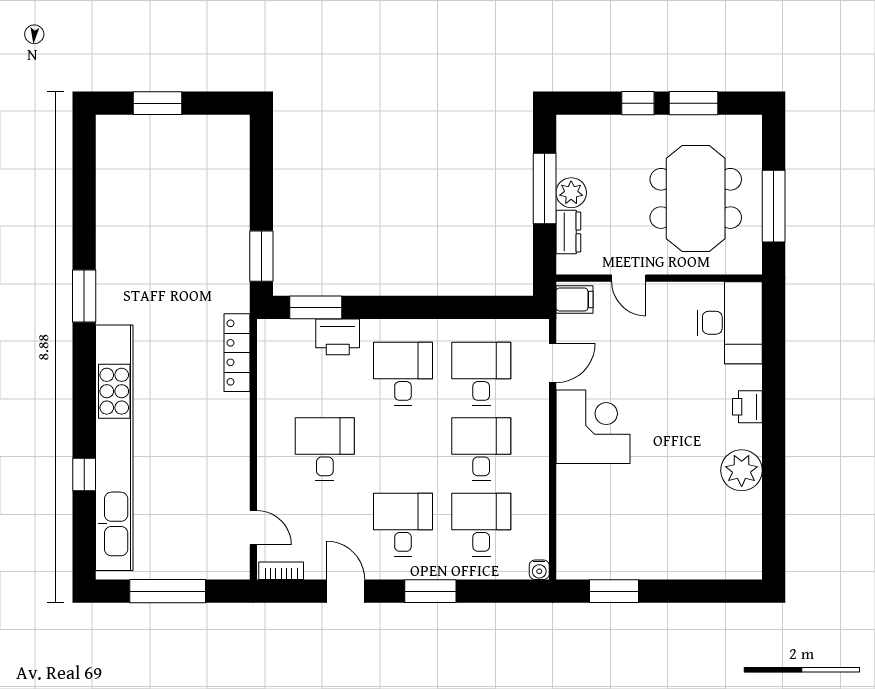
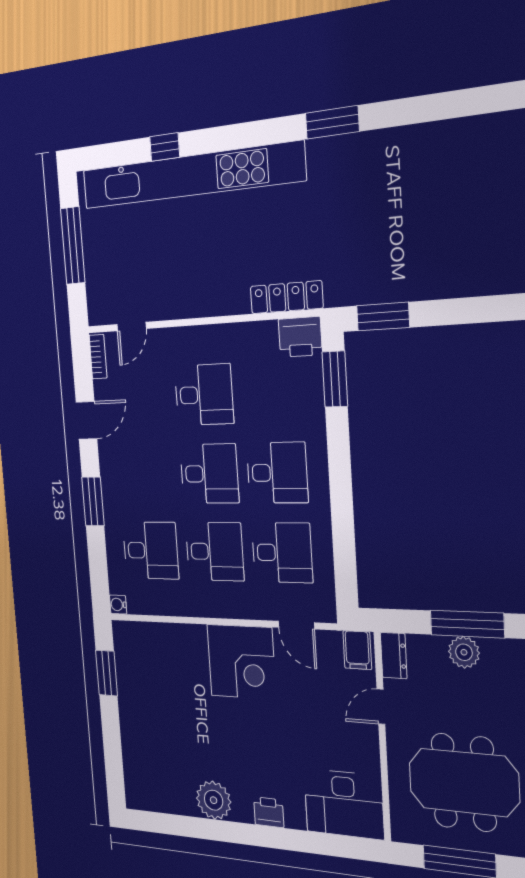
dresser: (568, 232) -> (394, 656), moved, turned -90
printer: (338, 337) -> (300, 337), moved, turned -90
desk: (403, 525) -> (209, 474), moved

